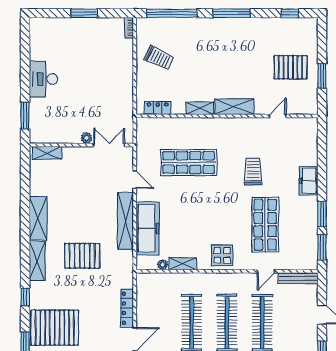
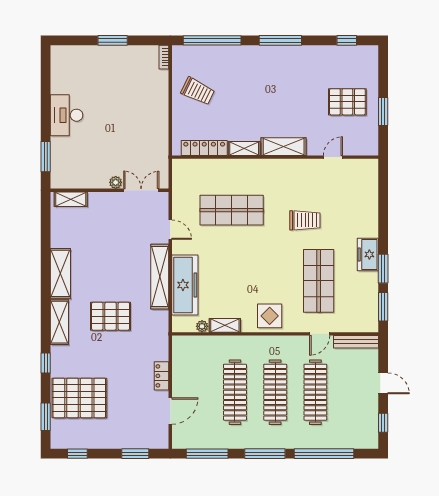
locker: (158, 108) -> (204, 148), width x1.53
trolley: (253, 172) -> (305, 220), turned 90
freezer: (308, 181) -> (368, 254), moved
locker: (127, 308) -> (161, 376), width x0.66

